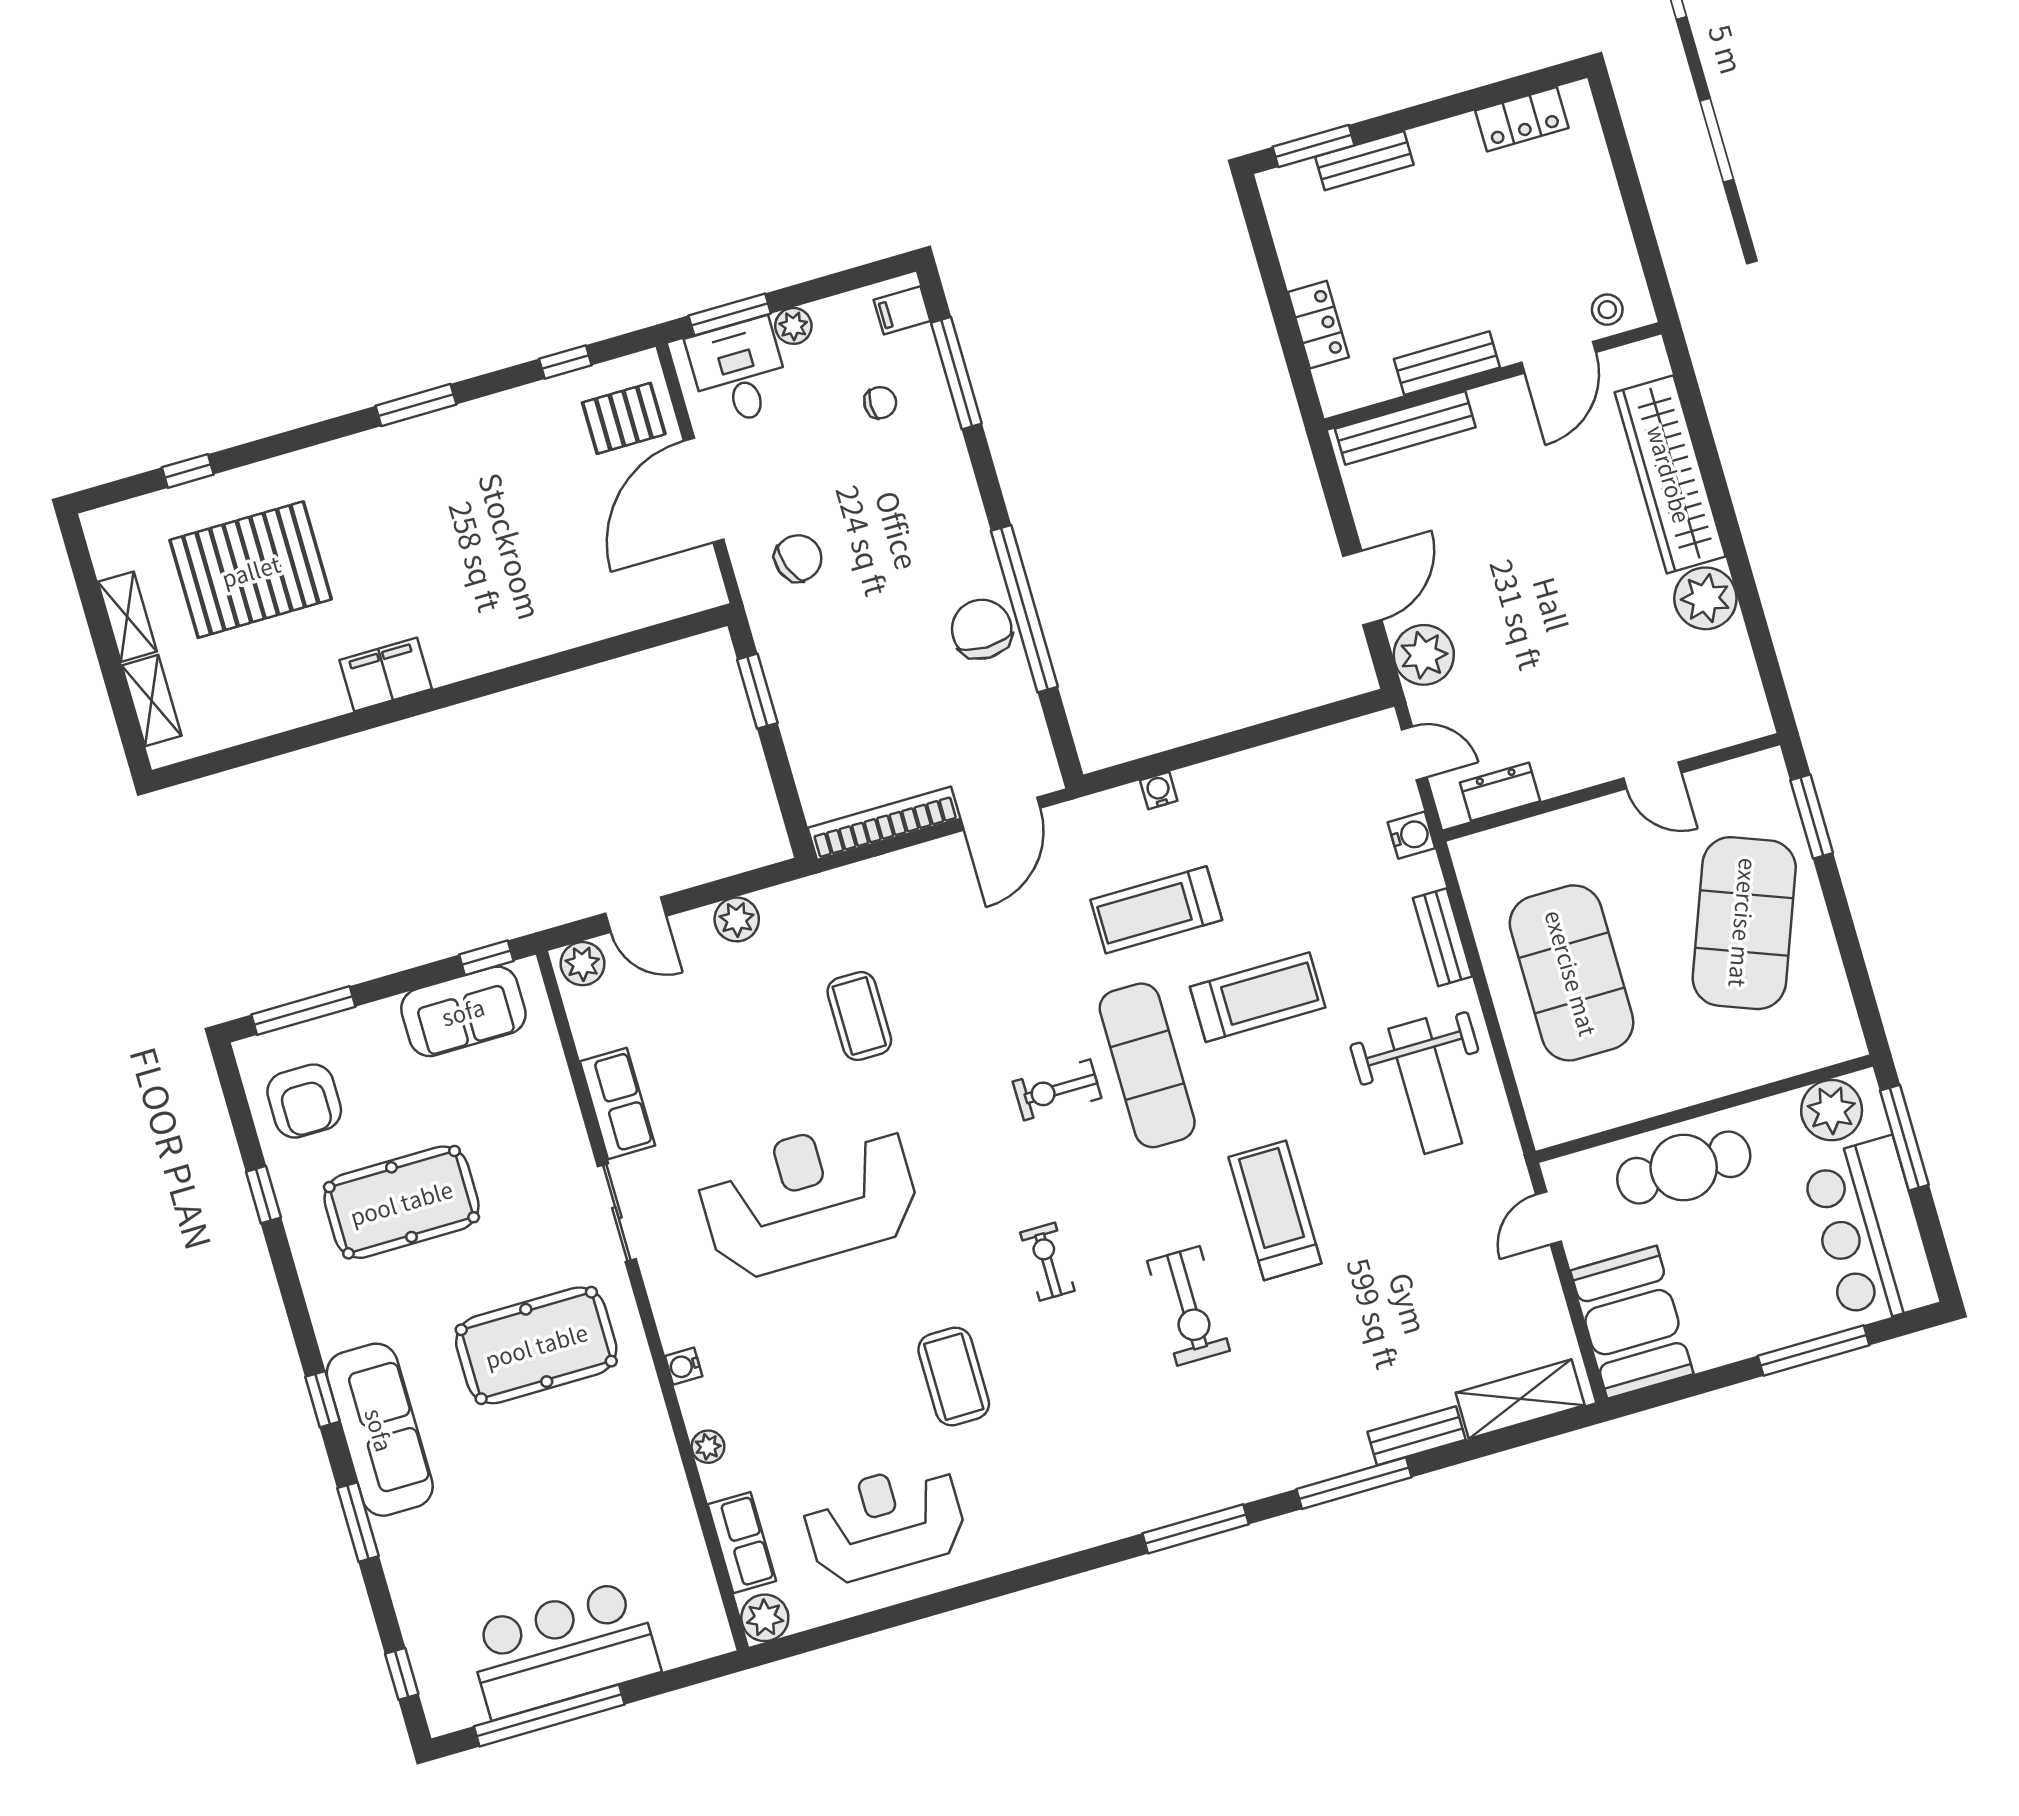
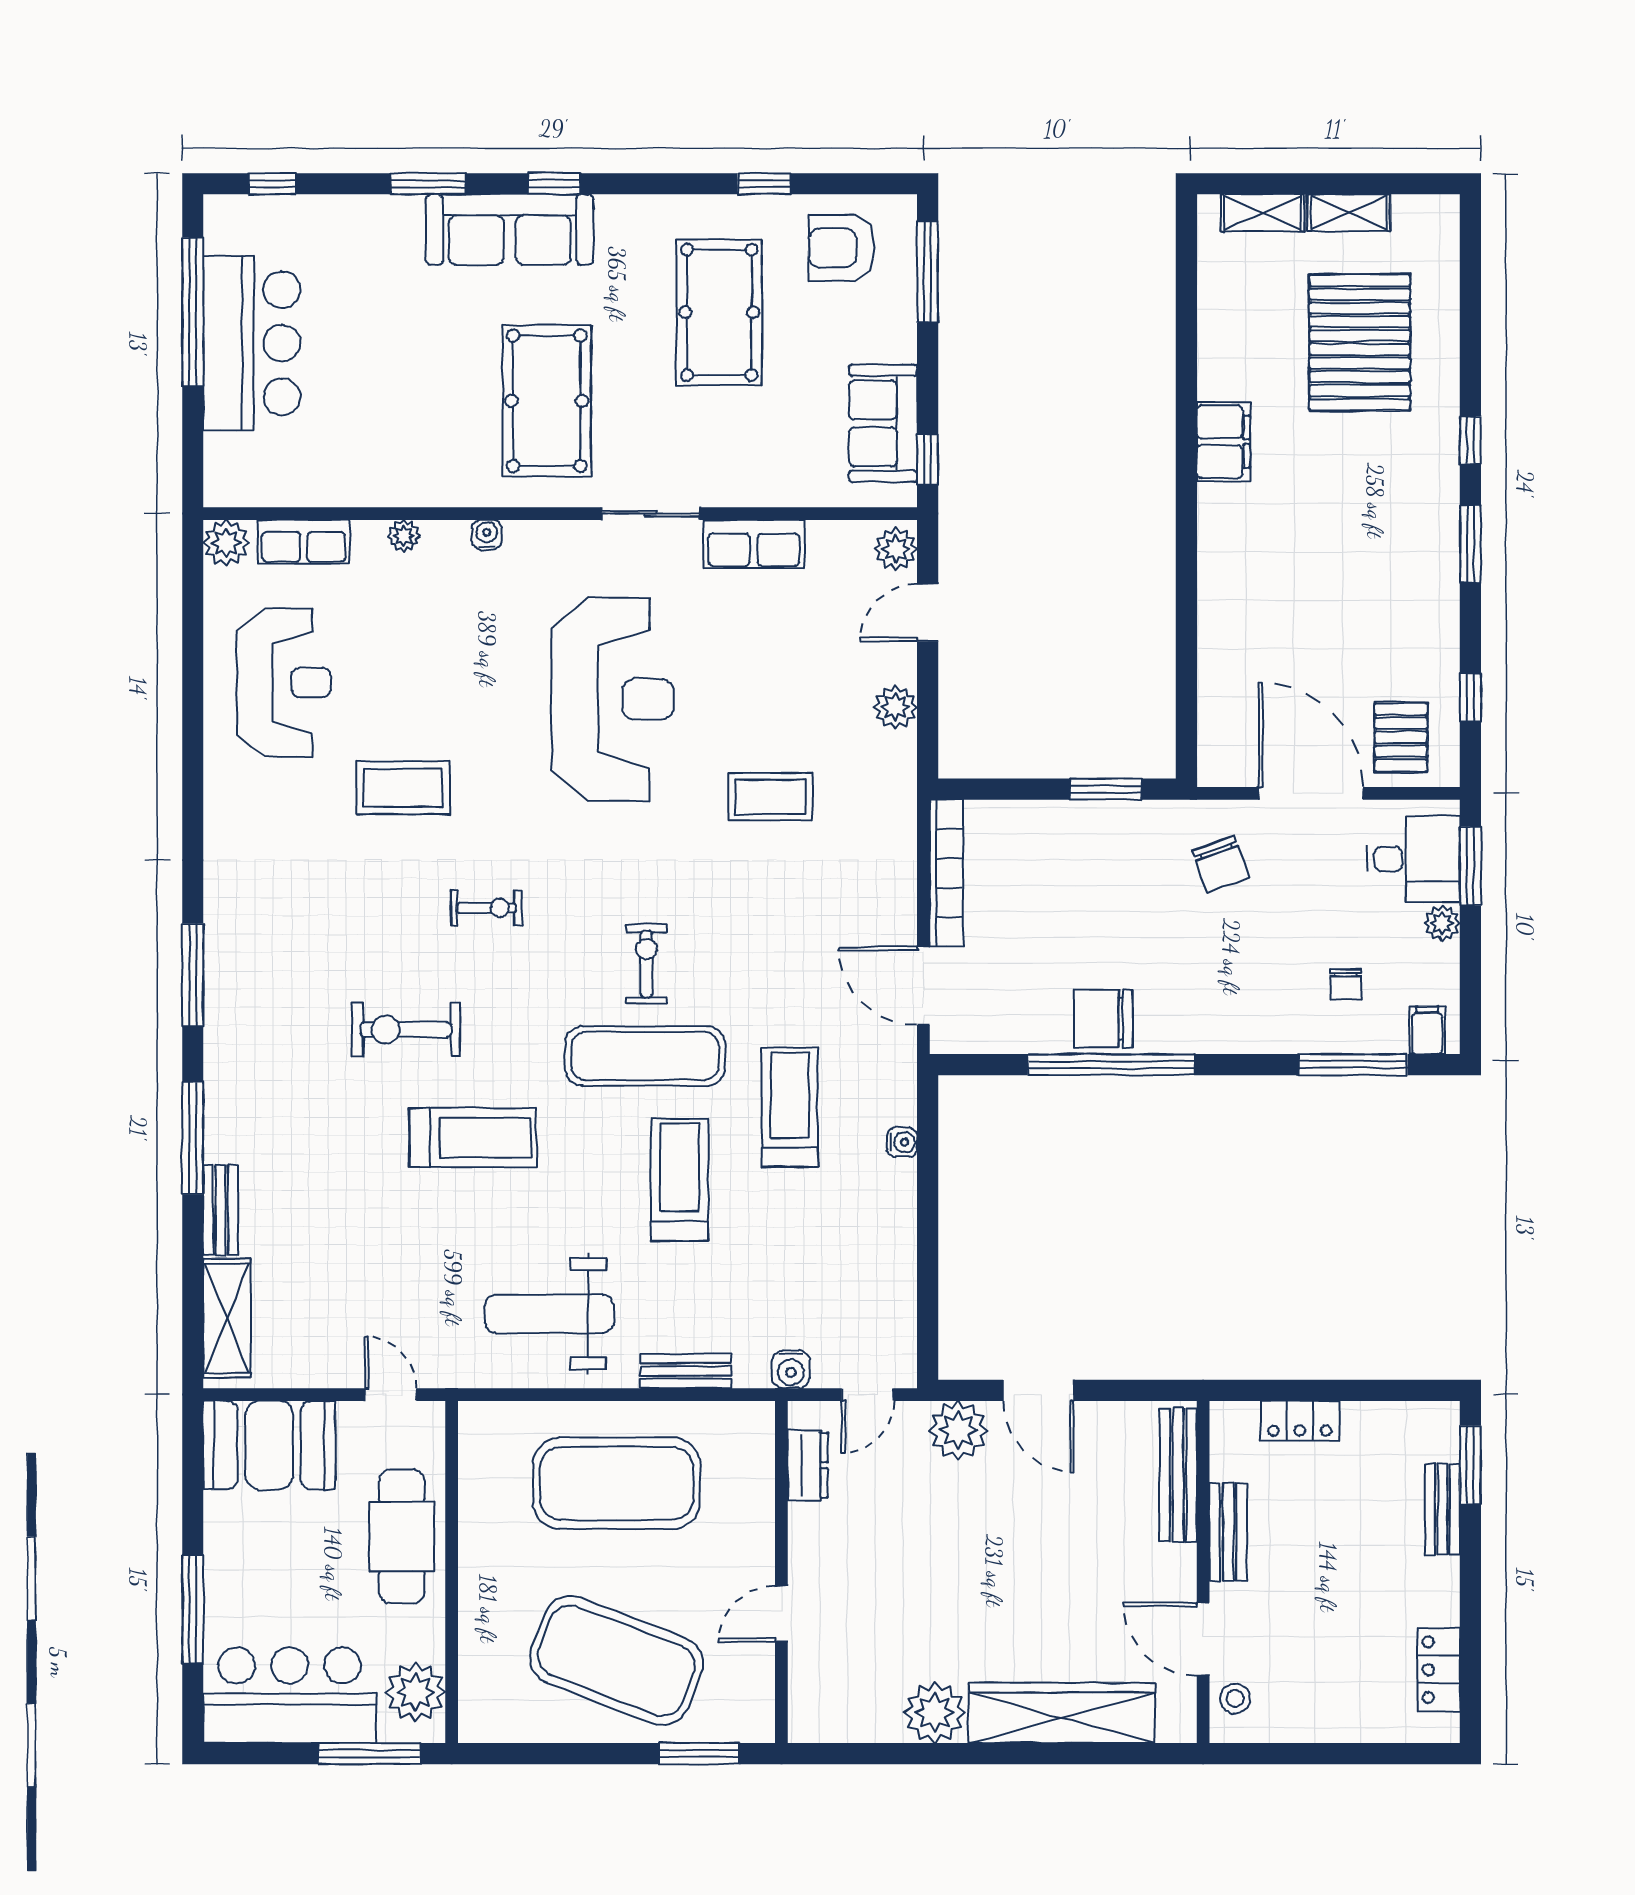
window: (188, 471) -> (1470, 440), moved
chair: (982, 629) -> (1103, 1019), turned 180
treadmill: (1258, 997) -> (679, 1179), turned 180

